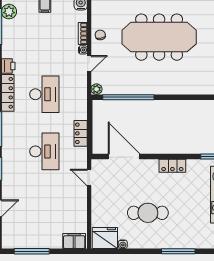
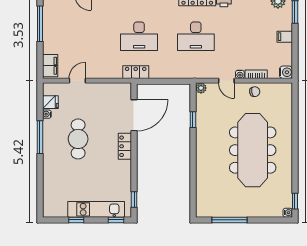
window: (128, 97) -> (193, 120), width x0.32
locker: (81, 133) -> (136, 72), moved
locker: (172, 166) -> (125, 146), moved
door: (89, 177) -> (77, 81), moved
fridge: (105, 238) -> (50, 102), width x0.53, depth x0.75
window: (178, 251) -> (40, 137), moved

